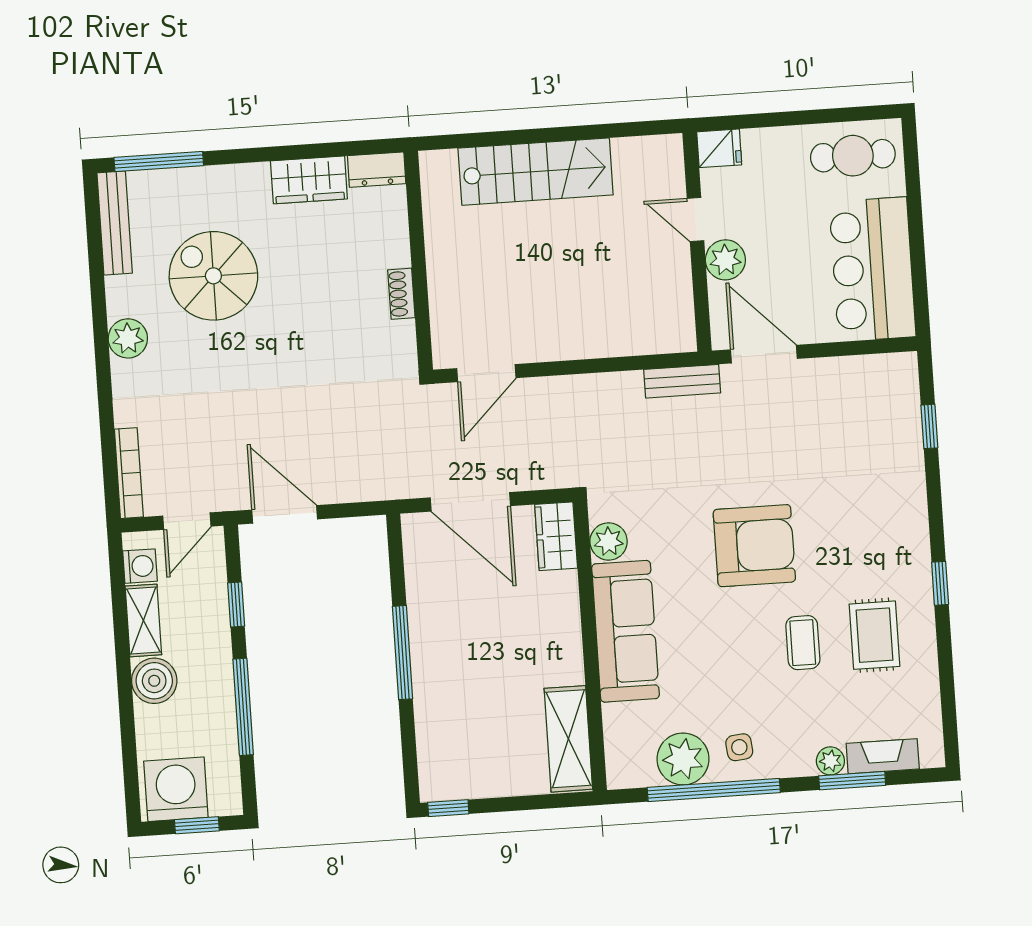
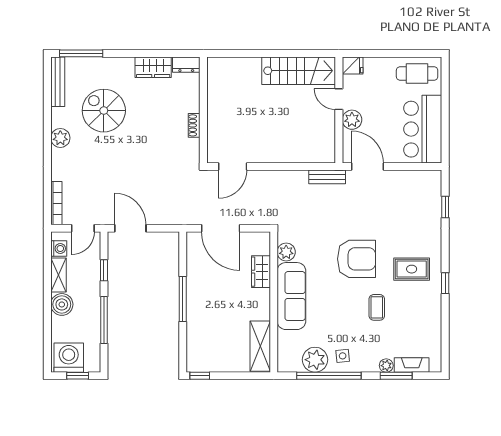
stairs: (536, 172) -> (299, 71), moved
wardrobe: (556, 536) -> (261, 272), moved
rug: (874, 635) -> (412, 269), moved, turned 90

